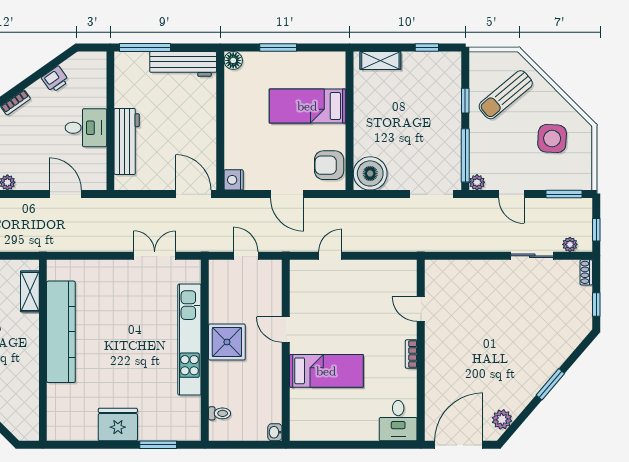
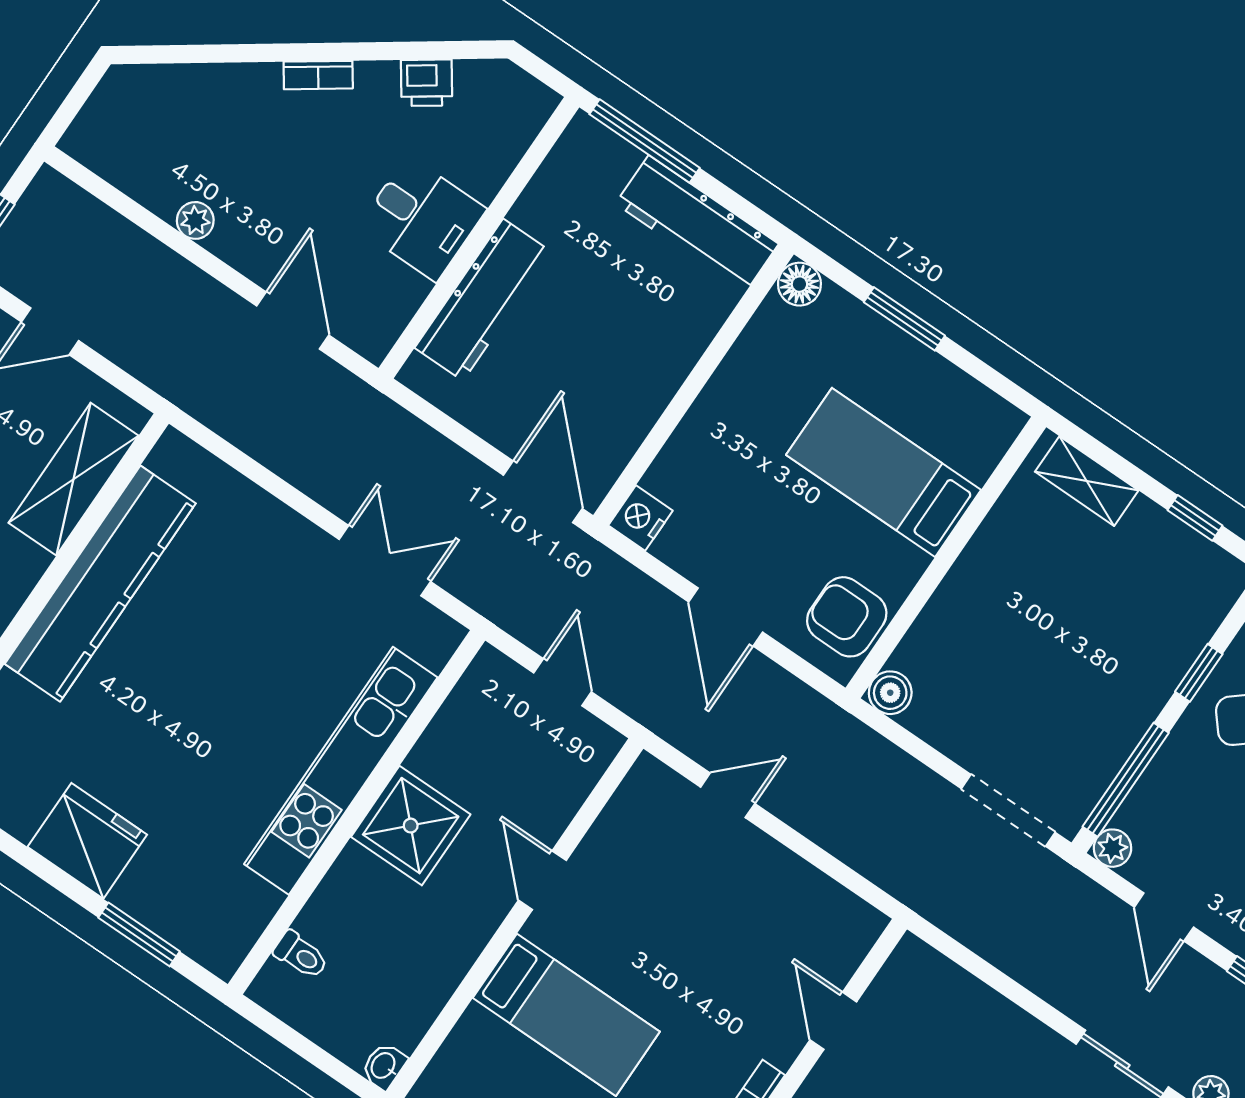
boiler: (370, 173) -> (890, 693), width x0.54, depth x0.54
shelving: (30, 291) -> (74, 479), width x1.50, depth x1.33

